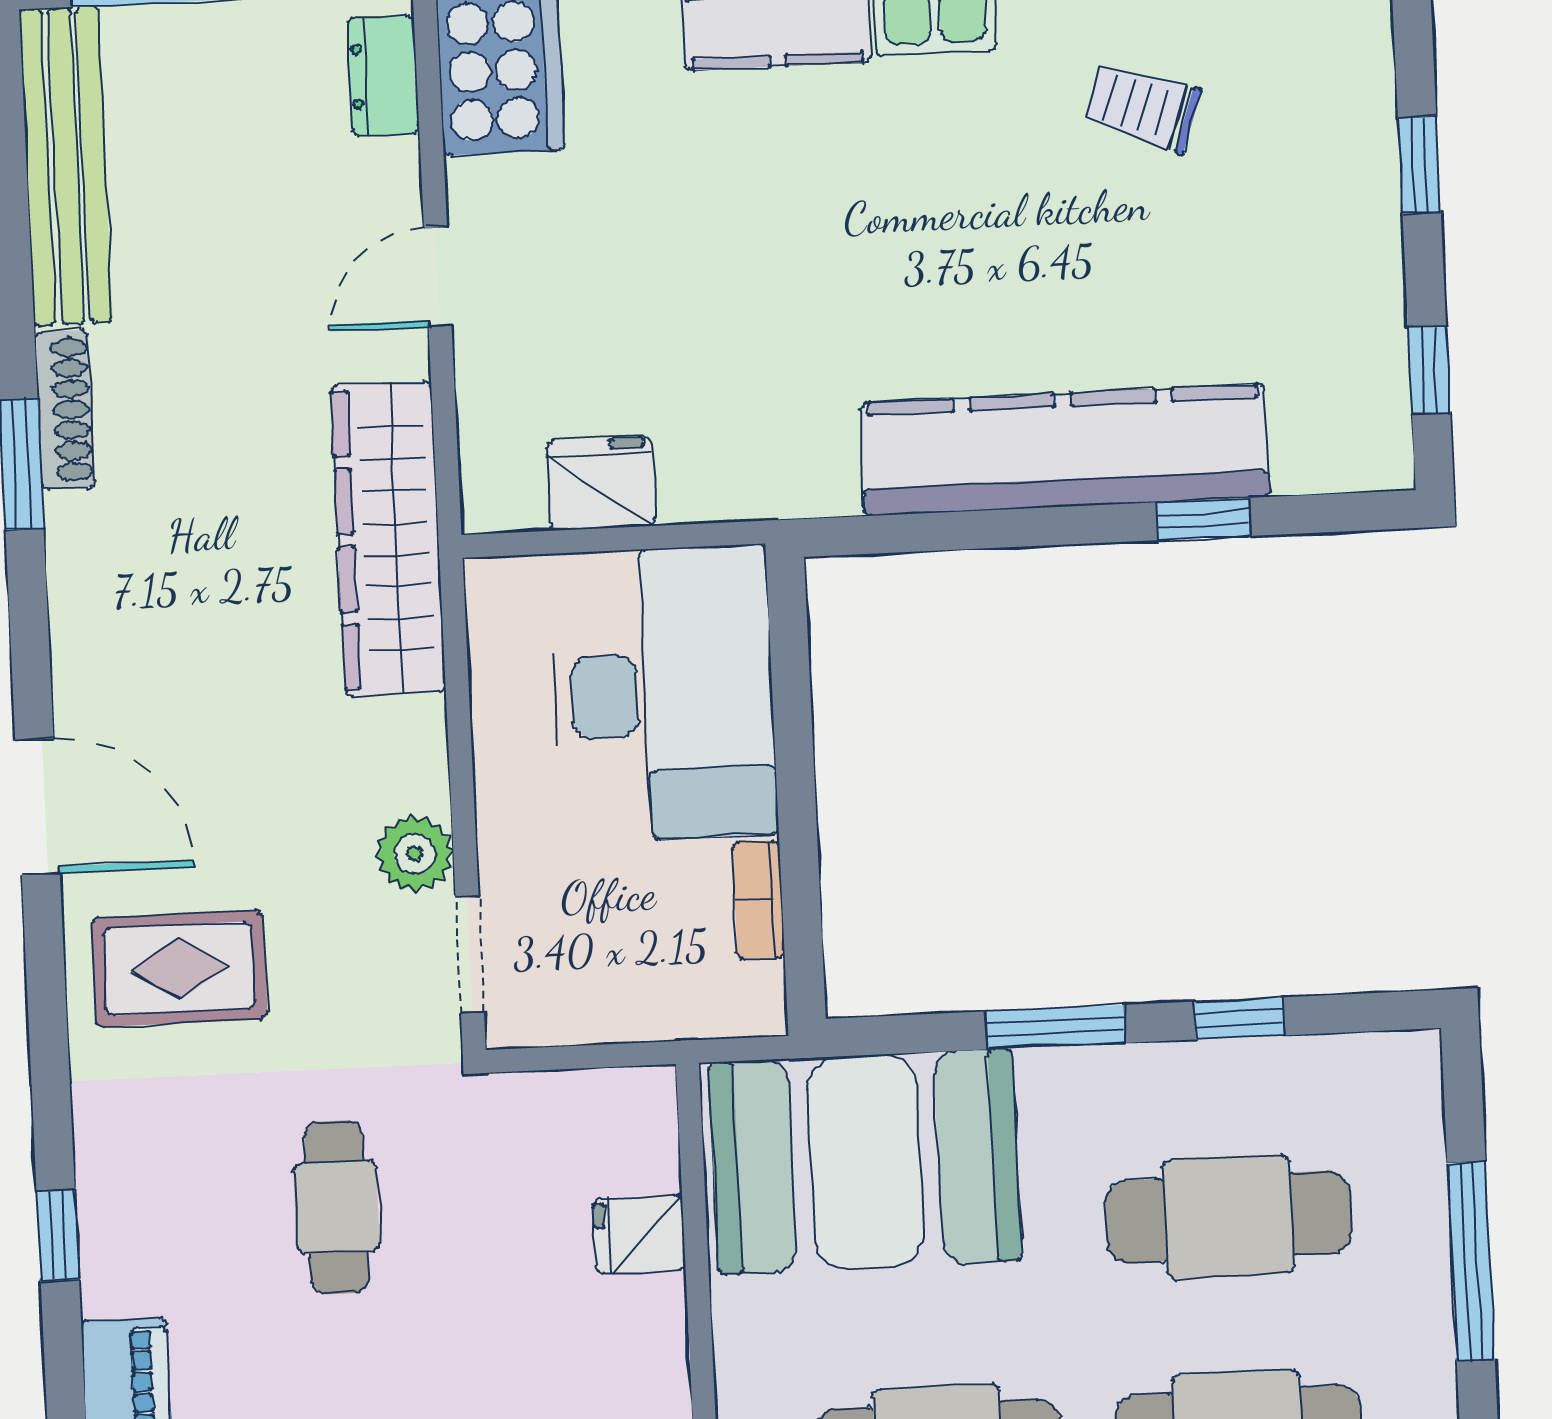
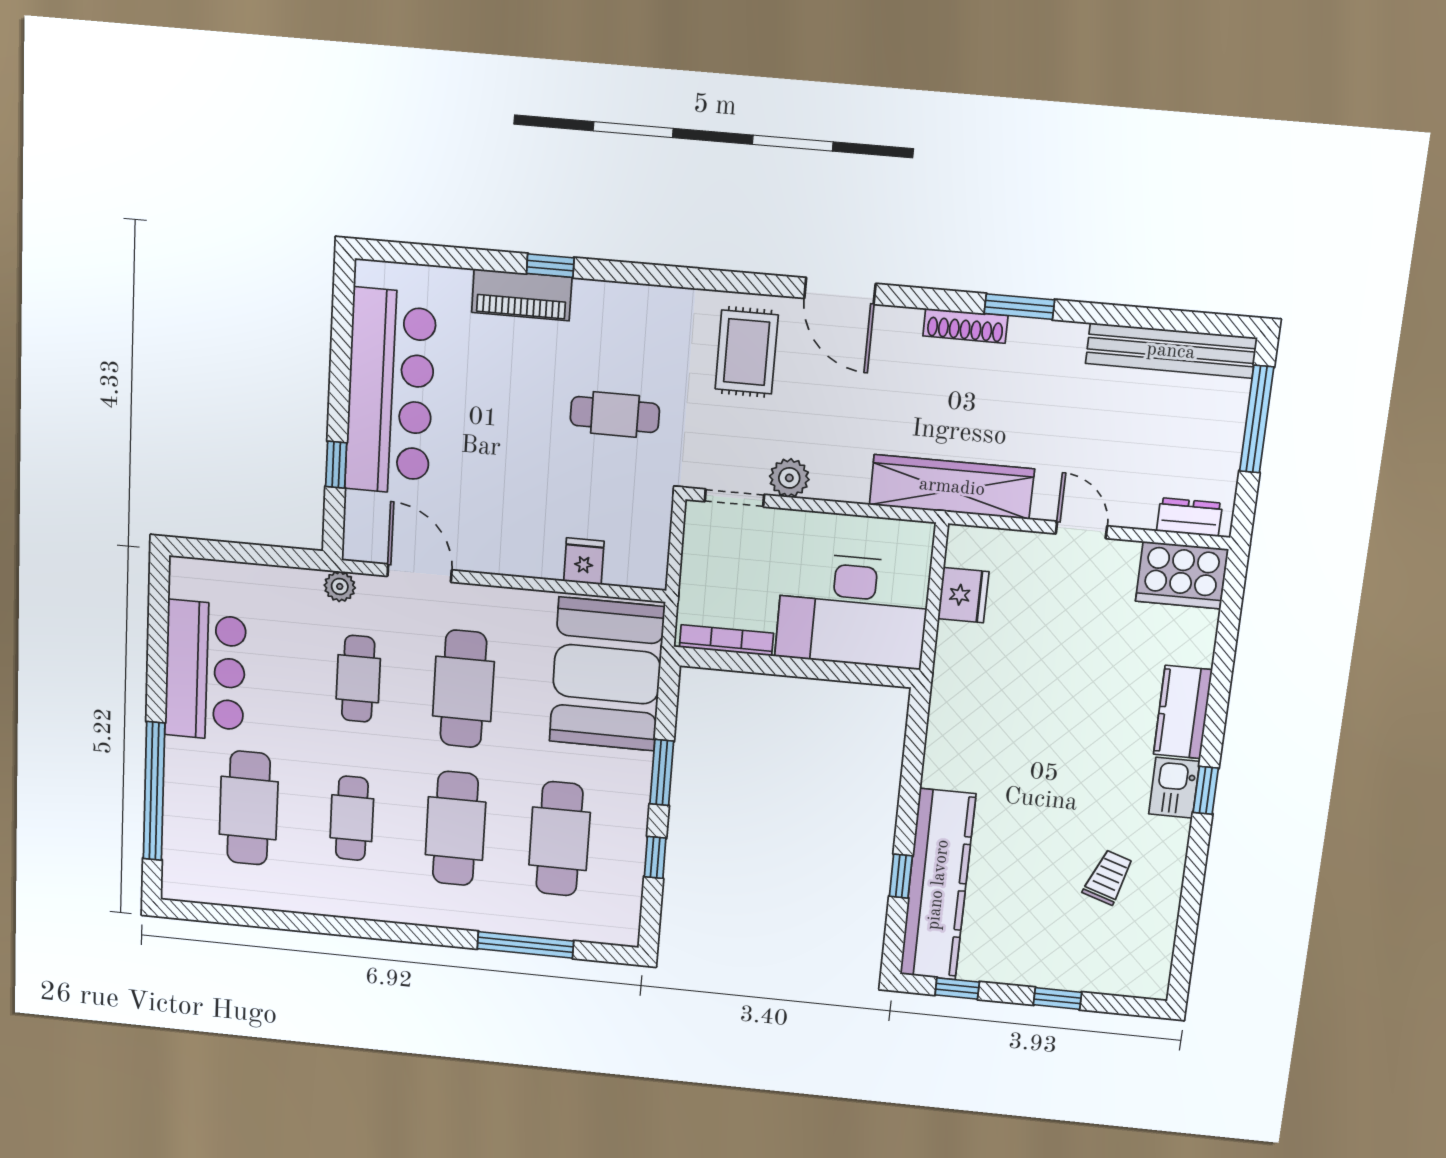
shoe rack: (65, 410) -> (965, 326), moved
kitchen counter: (1065, 450) -> (938, 885), moved
door: (38, 807) -> (840, 291), hinge flipped
bookcase: (759, 900) -> (726, 640), width x1.56
window: (58, 1235) -> (550, 266), moved

